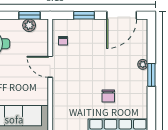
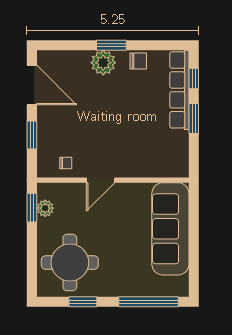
plant: (143, 64) -> (103, 63), width x1.87, depth x1.87
chair: (108, 96) -> (138, 61), moved

